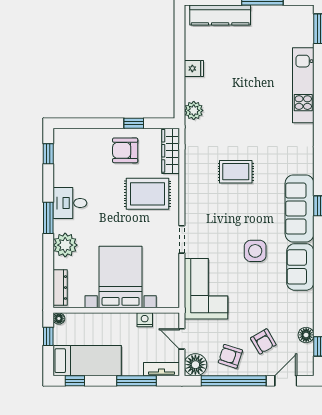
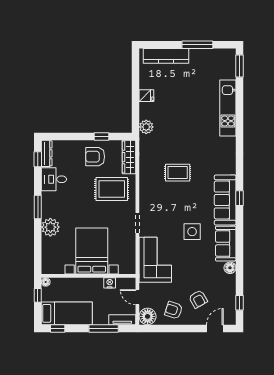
desk: (70, 203) -> (54, 179), moved
dresser: (60, 288) -> (47, 153), moved
floor lamp: (306, 335) -> (230, 268), moved
window: (234, 381) -> (176, 328), removed

